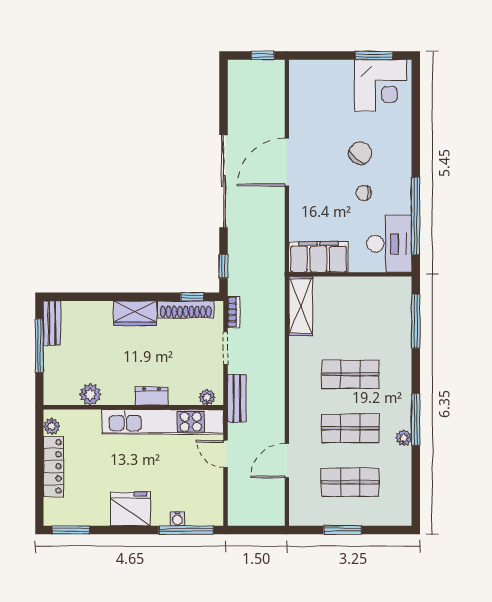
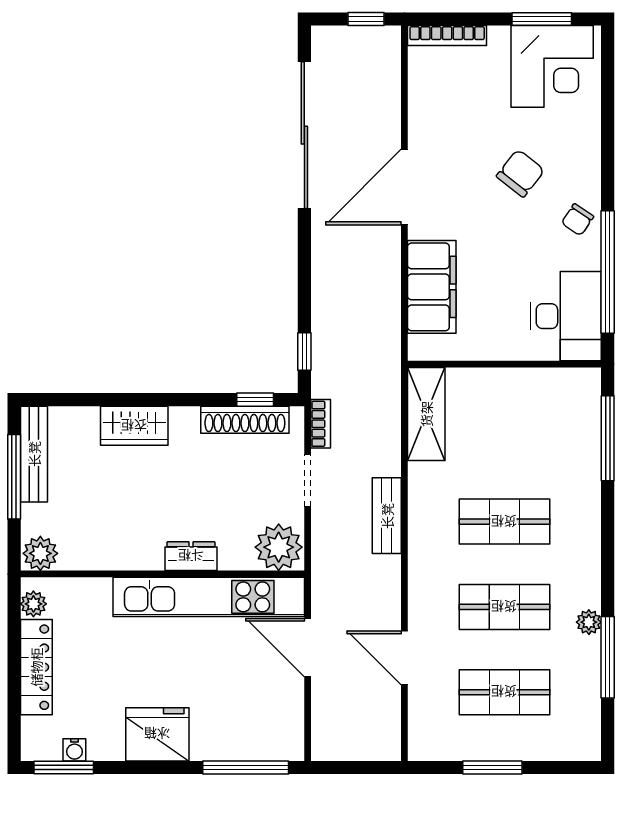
bookcase: (314, 66) -> (447, 36), added
sliding door: (223, 181) -> (304, 135), moved
chair: (364, 193) -> (577, 220), moved, turned -56
filing cabinet: (318, 257) -> (432, 287), moved, turned 90
wardrobe: (135, 313) -> (134, 426), moved
bench: (52, 323) -> (34, 454), width x1.36
plant: (90, 394) -> (40, 553), moved
plant: (207, 397) -> (279, 547), width x1.87, depth x1.87
bench: (237, 398) -> (387, 516), moved
window: (416, 419) -> (608, 657), moved
door: (226, 454) -> (308, 648), width x1.38
door: (287, 461) -> (404, 658), hinge flipped
water cooler: (177, 519) -> (74, 750), moved

